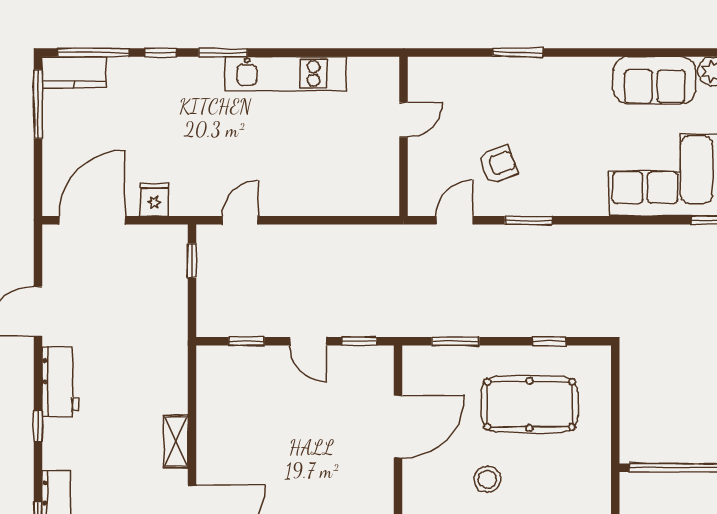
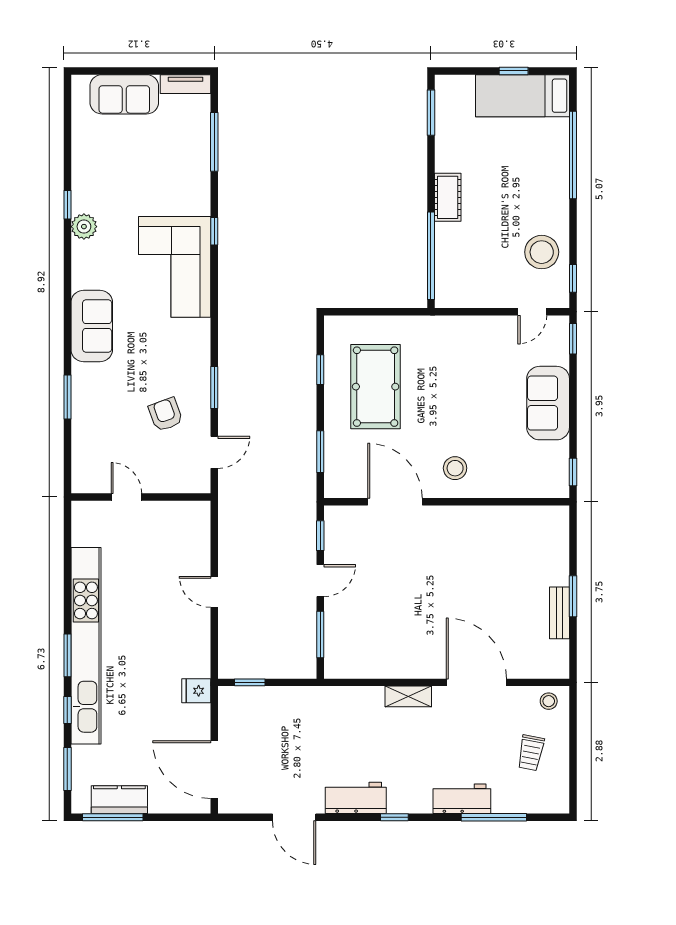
window: (93, 52) -> (67, 769), width x0.69
kitchen counter: (74, 73) -> (119, 800), moved, turned -90
kitchen unit: (286, 74) -> (86, 646), width x1.86
sofa: (655, 80) -> (92, 326), moved
fridge: (154, 200) -> (196, 691), moved
door: (240, 220) -> (214, 592), moved
door: (455, 220) -> (214, 452), swing flipped
window: (246, 341) -> (320, 635), width x1.50
stool: (487, 479) -> (455, 468), moved

